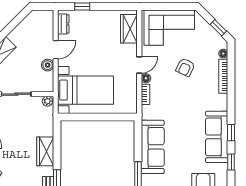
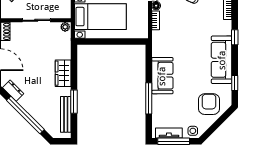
window: (231, 133) -> (235, 37), moved
sofa: (153, 147) -> (162, 76), width x0.73

